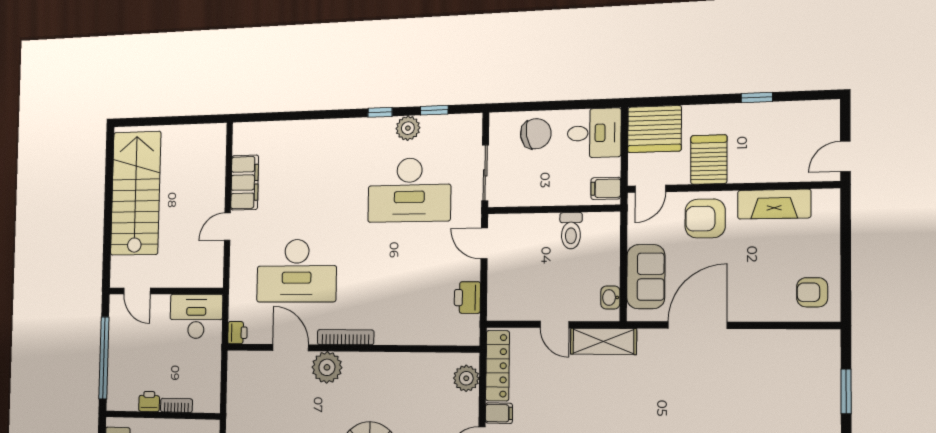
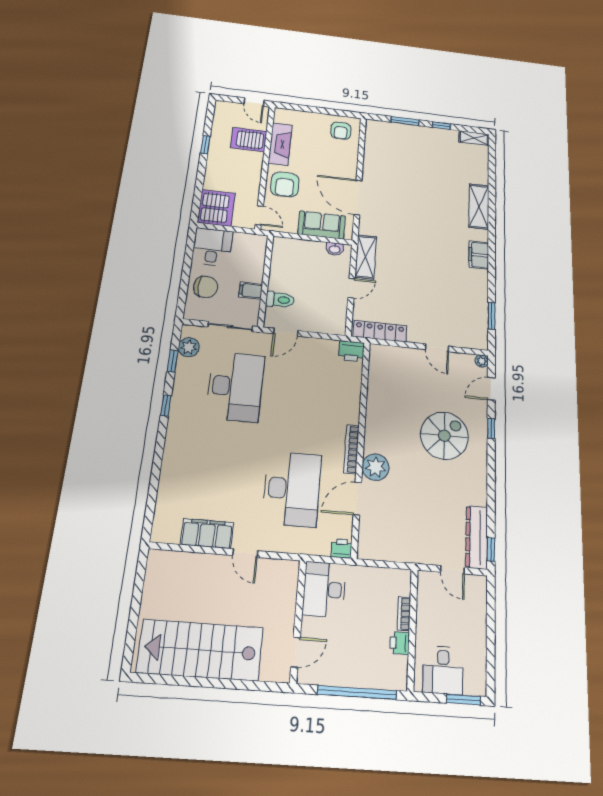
plant: (408, 128) -> (189, 347), moved
chair: (536, 134) -> (206, 287), turned 100
server rack: (709, 160) -> (249, 140), moved
filing cabinet: (606, 188) -> (251, 291), moved, turned 90
toilet: (571, 231) -> (280, 300), moved
printer: (467, 298) -> (351, 351), moved
plant: (466, 378) -> (389, 355), removed
filing cabinet: (499, 413) -> (415, 333), removed

